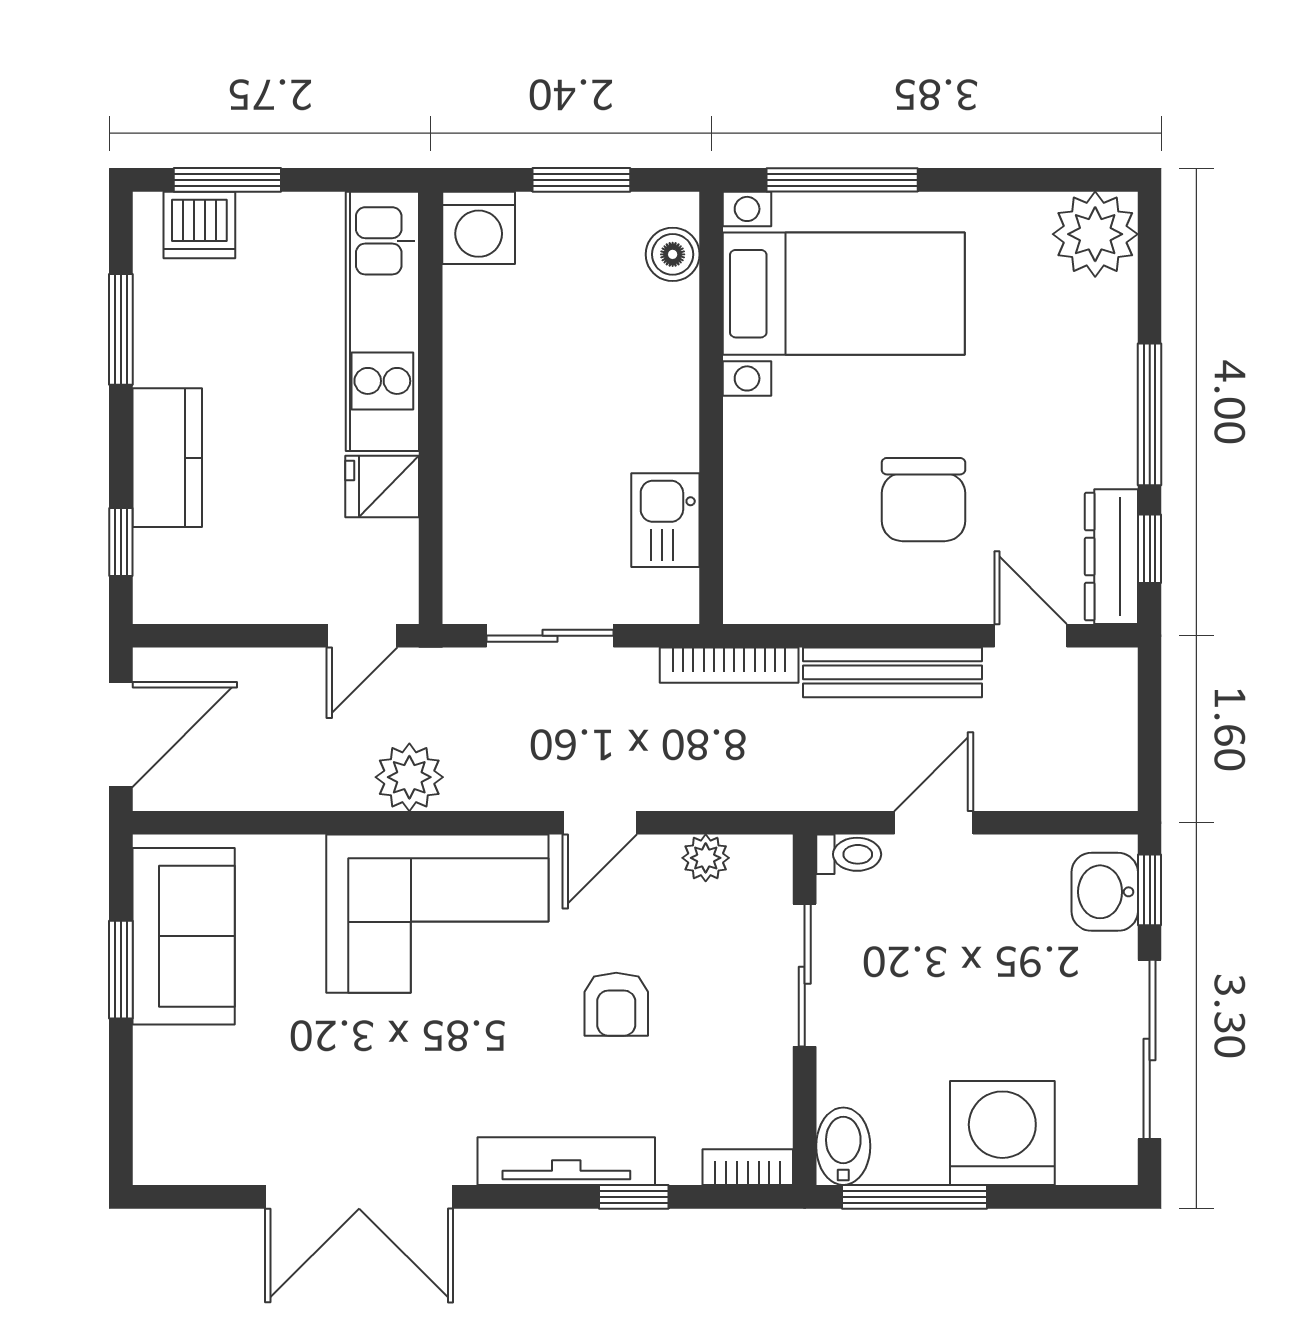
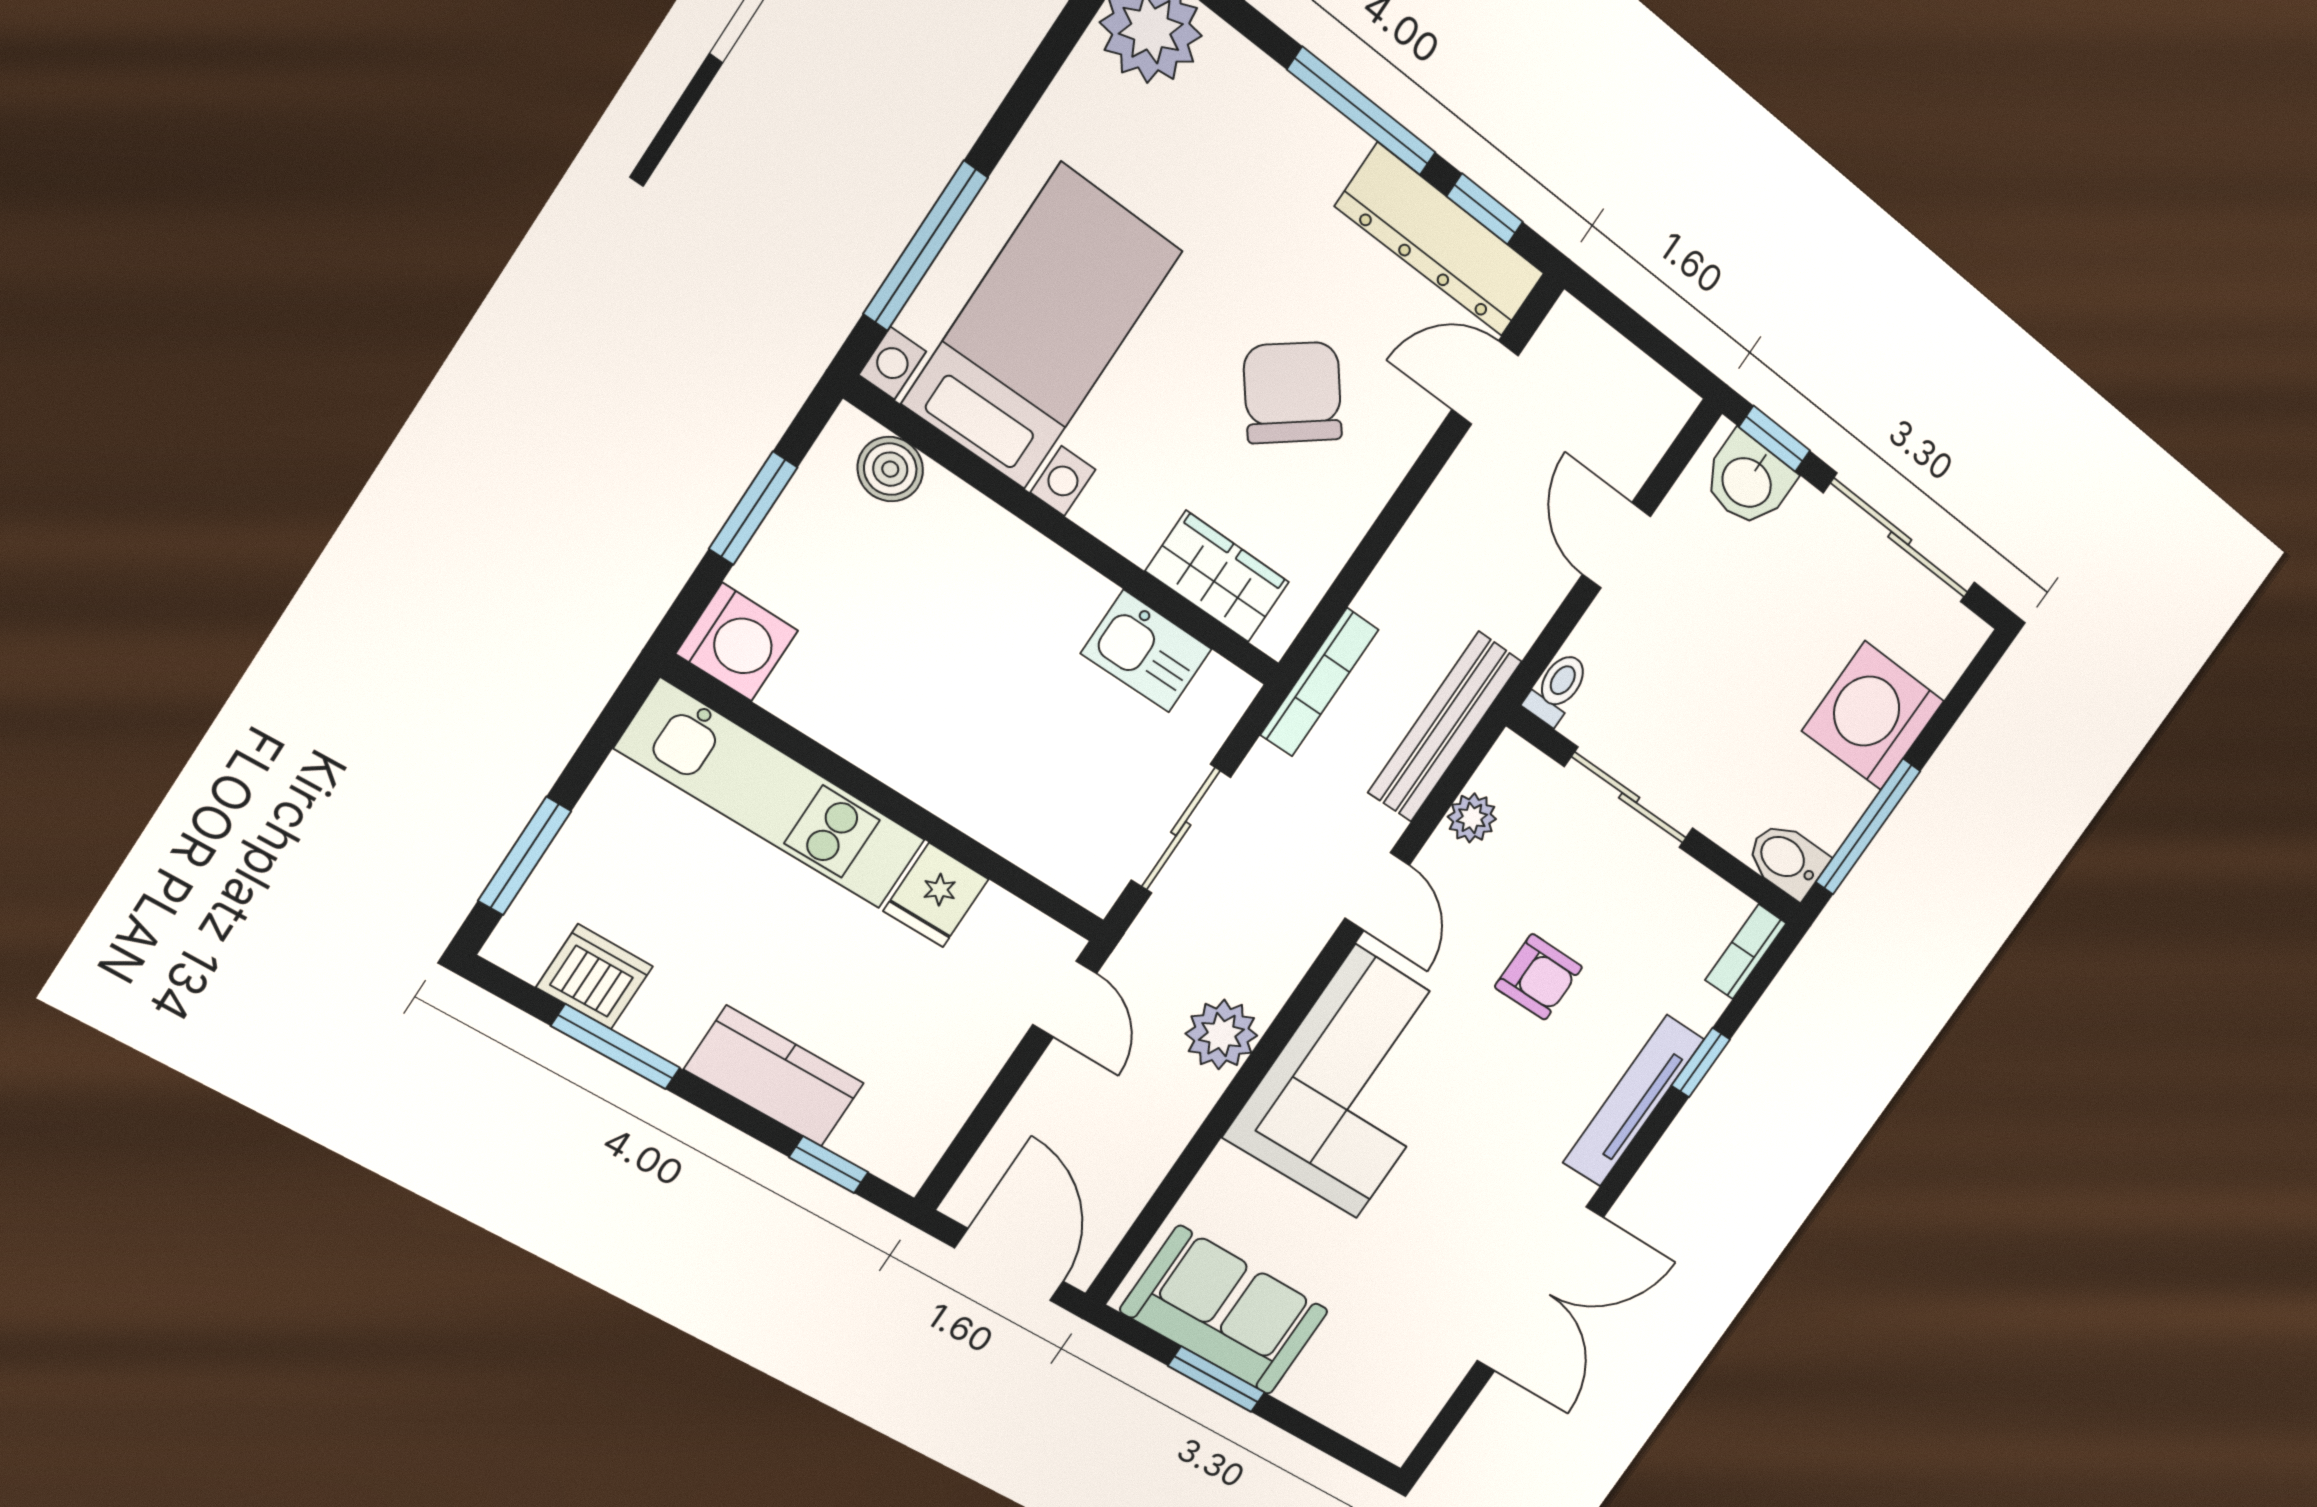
dishwasher: (199, 225) -> (595, 977), moved, turned -90
chair: (923, 500) -> (1293, 393), turned -128
wardrobe: (755, 535) -> (1217, 577), added
dresser: (1111, 557) -> (1441, 240), width x1.37, depth x1.24
bench: (892, 672) -> (1445, 727), moved
door: (934, 823) -> (1616, 545), moved

